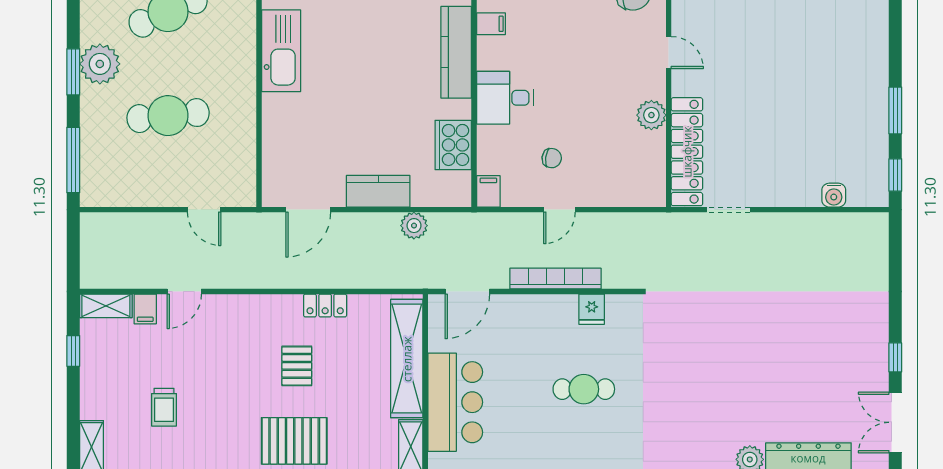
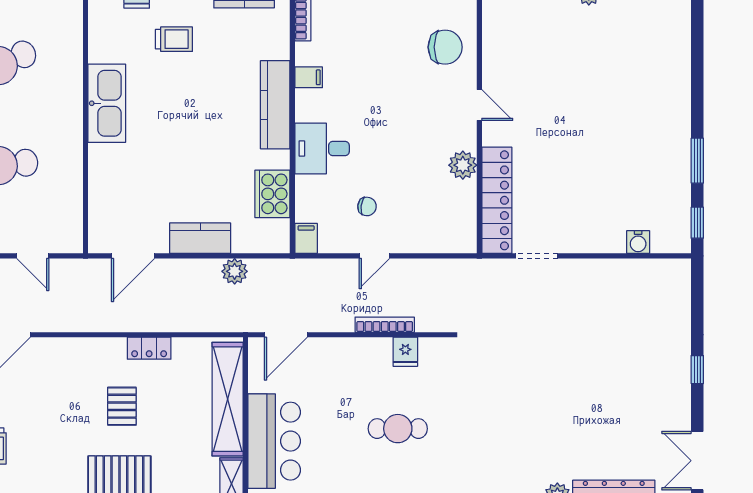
bookcase: (555, 279) -> (385, 325), width x0.68, depth x0.76
window: (895, 357) -> (697, 370), moved

